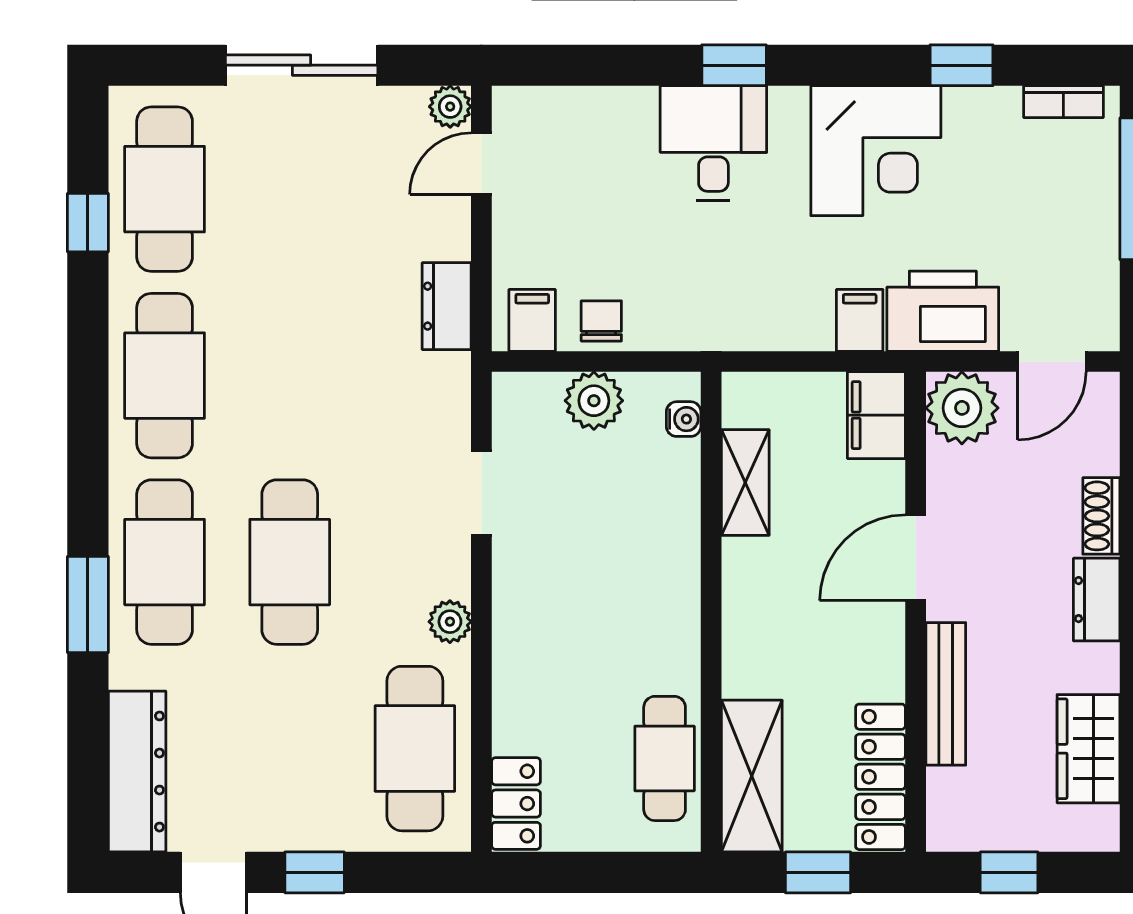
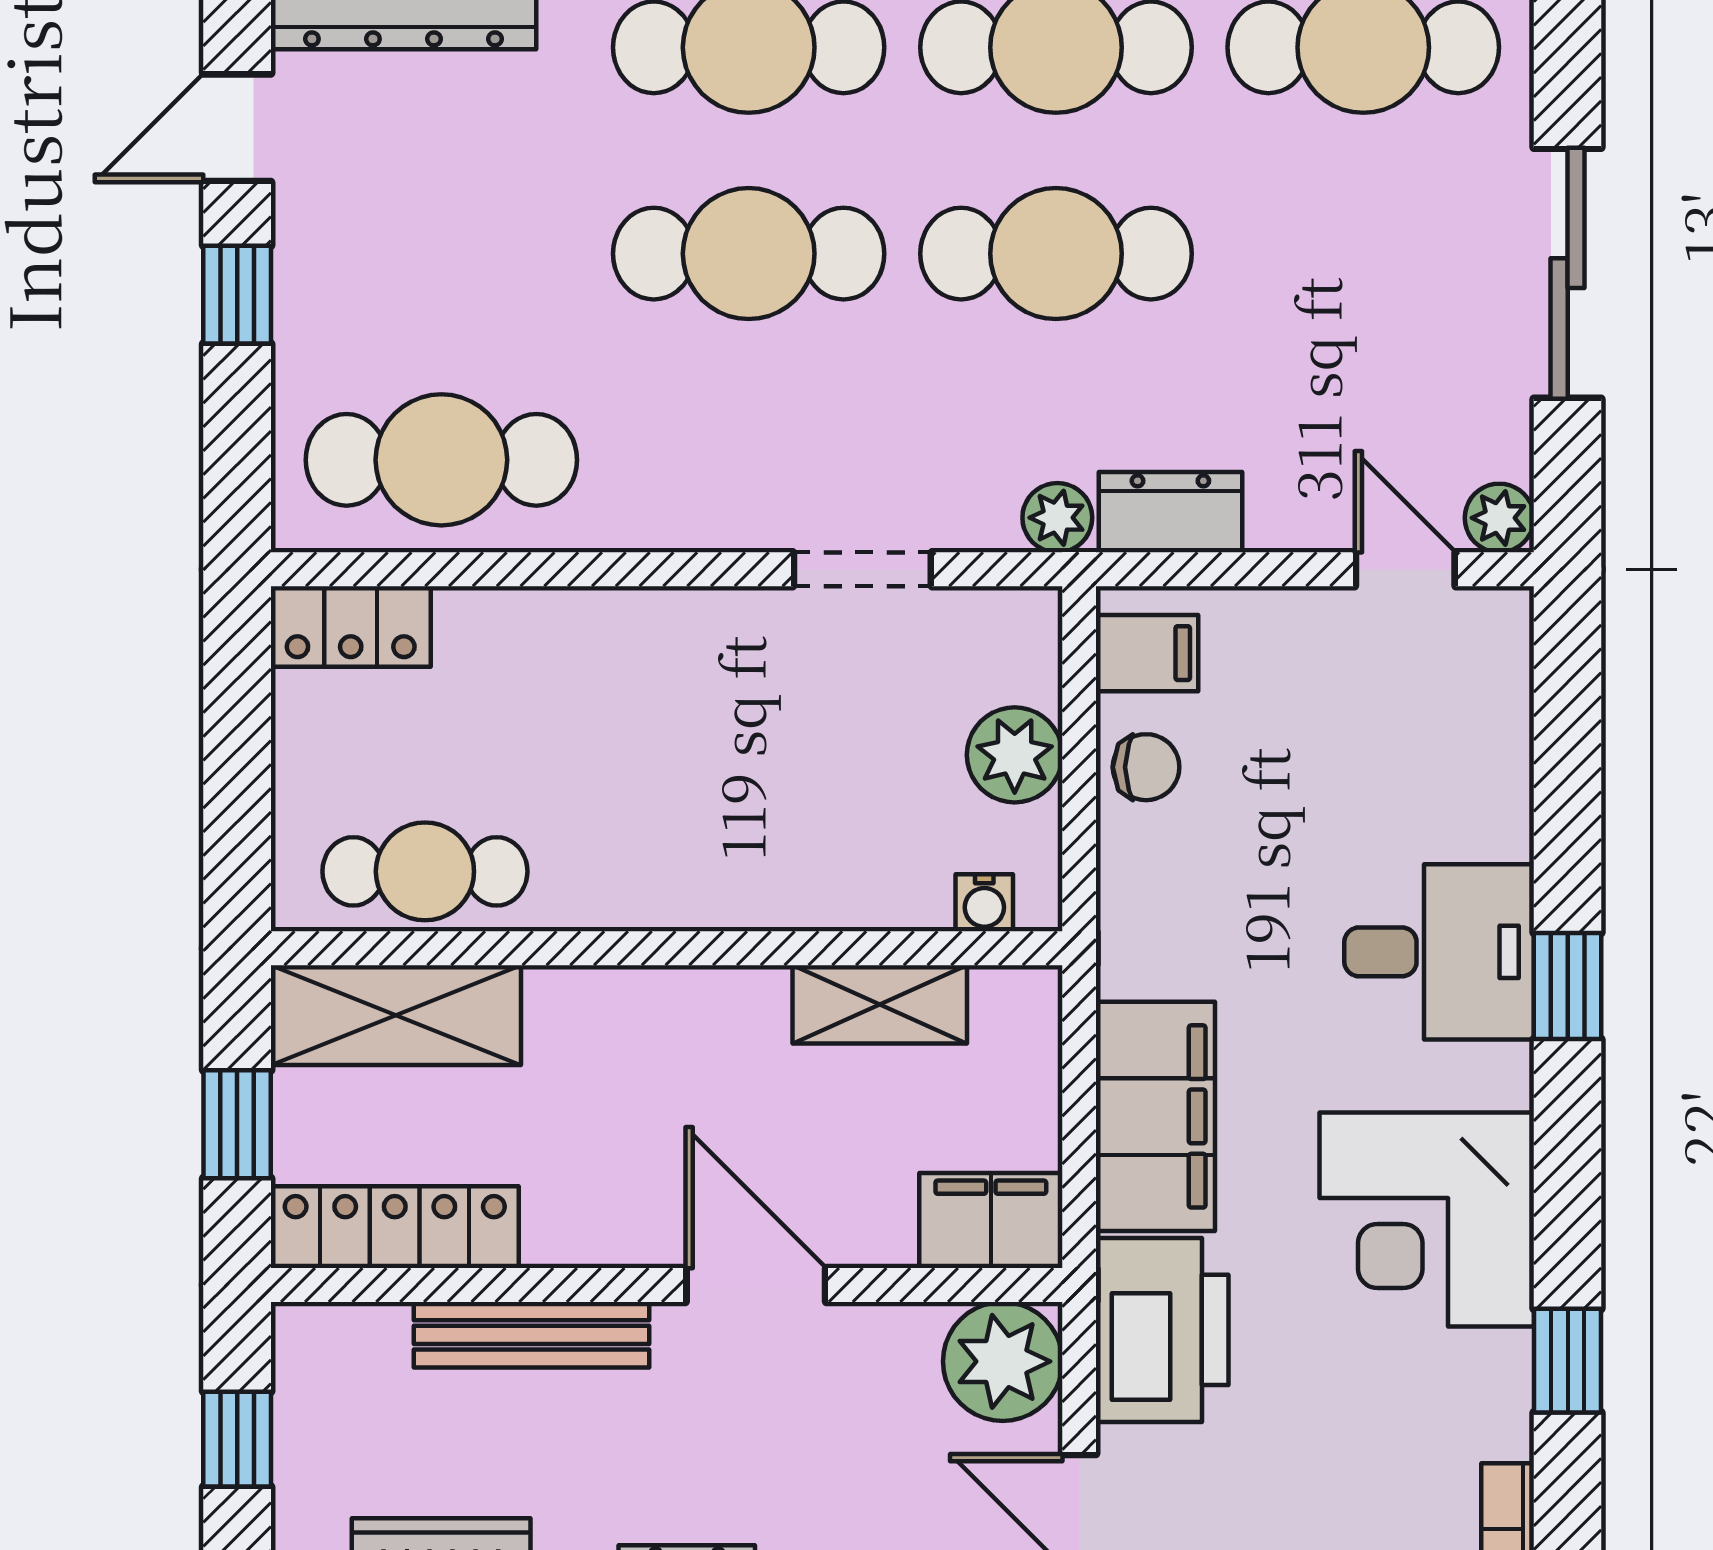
filing cabinet: (860, 320) -> (1155, 1116), width x3.00, depth x1.17
cafe table: (290, 376) -> (1056, 254), added
plant: (450, 622) -> (1057, 518), moved

